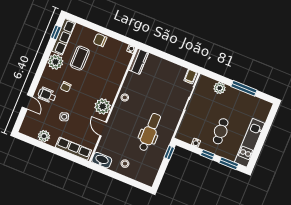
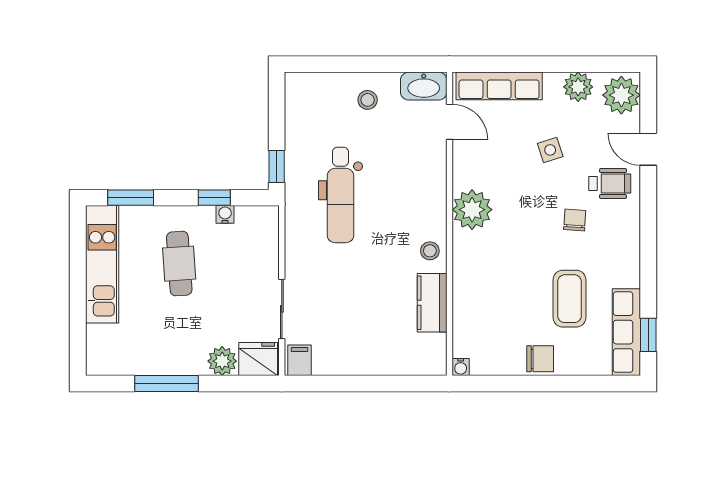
kitchen counter: (139, 61) -> (432, 303), moved
plant: (56, 62) -> (621, 95), moved
fridge: (206, 83) -> (258, 359), added
door: (103, 129) -> (449, 122), moved
window: (208, 155) -> (214, 198), moved

